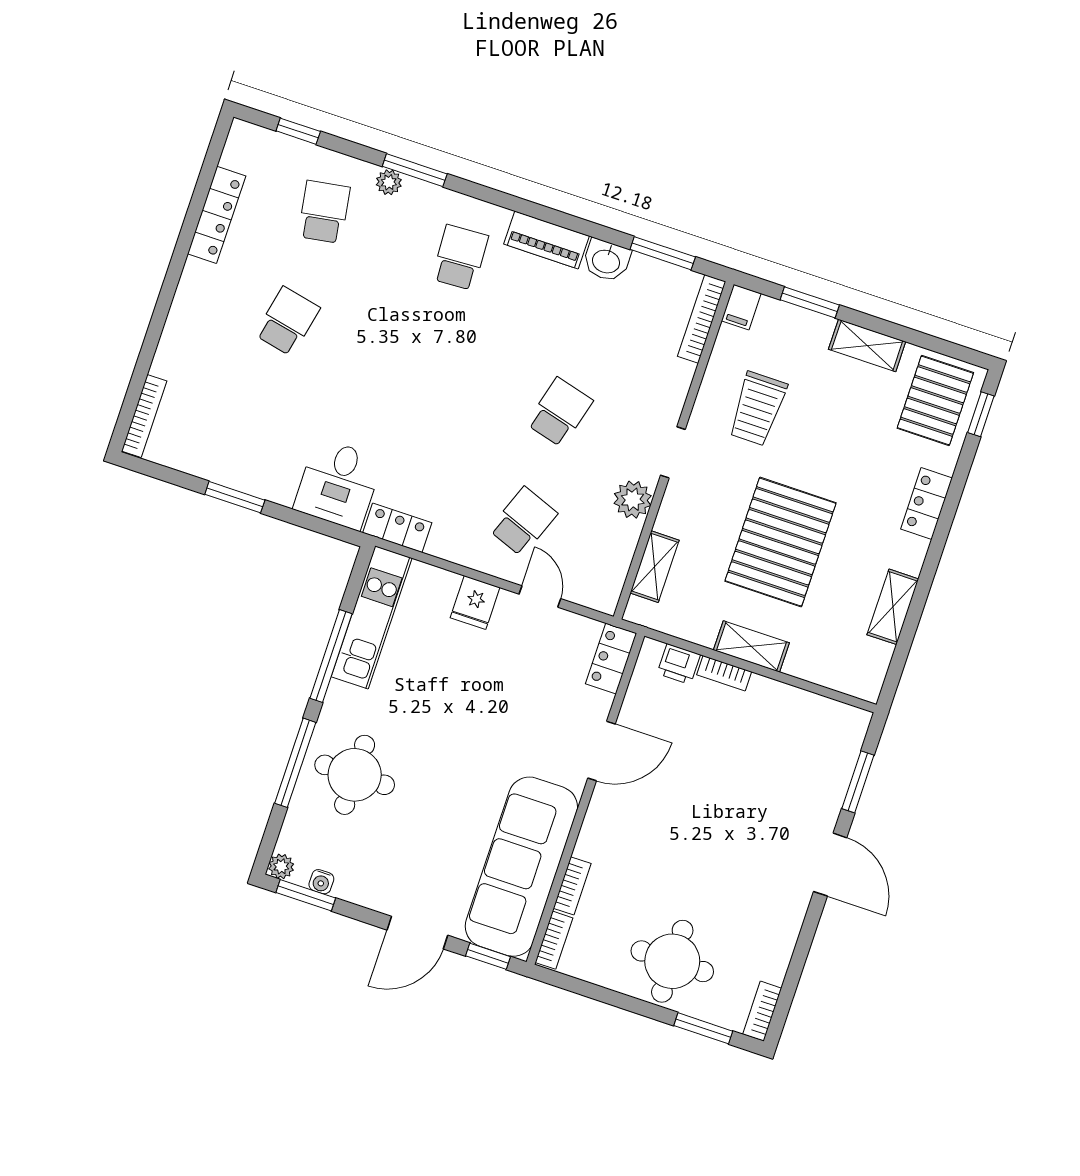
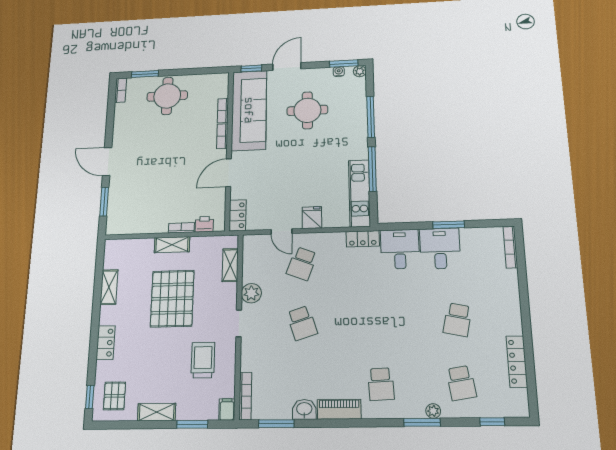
pallet: (935, 400) -> (115, 396), width x0.67, depth x0.71
school desk: (560, 412) -> (302, 323), turned -33
desk: (267, 459) -> (440, 248), added
round table: (355, 775) -> (307, 110), moved
bookcase: (554, 940) -> (222, 136), moved

